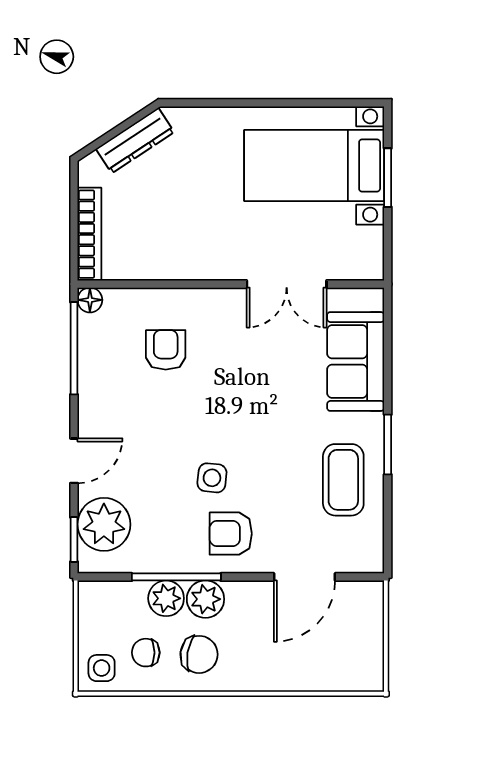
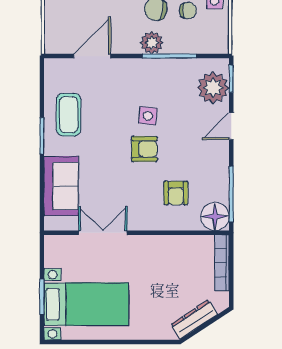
floor lamp: (90, 300) -> (215, 216), width x1.89, depth x1.89
armchair: (231, 534) -> (144, 149), moved
plant: (166, 598) -> (176, 43), removed

